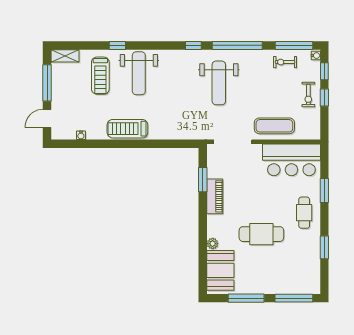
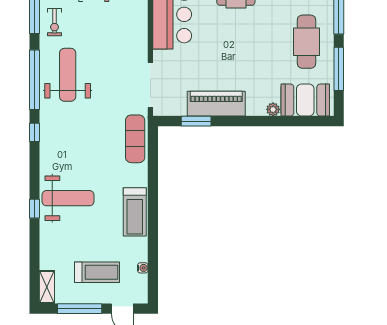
window: (117, 45) -> (35, 209), moved
treadmill: (100, 76) -> (97, 272), moved
weight bench: (219, 83) -> (68, 75), moved, turned -90
exercise mat: (274, 126) -> (135, 139), moved
piano: (215, 196) -> (216, 104), width x1.37, depth x1.33
cafe table: (261, 234) -> (307, 42), moved

